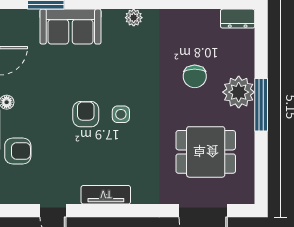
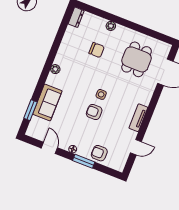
plant: (239, 92) -> (111, 26), width x0.53, depth x0.53
window: (261, 105) -> (124, 22), removed
armchair: (18, 151) -> (99, 153), turned -90

